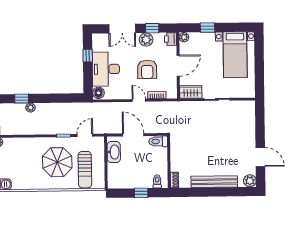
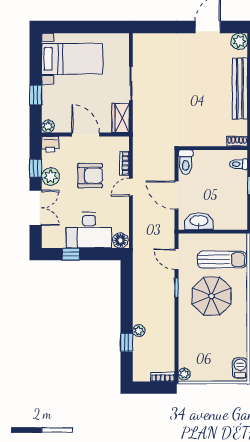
door: (133, 135) -> (176, 195), hinge flipped

